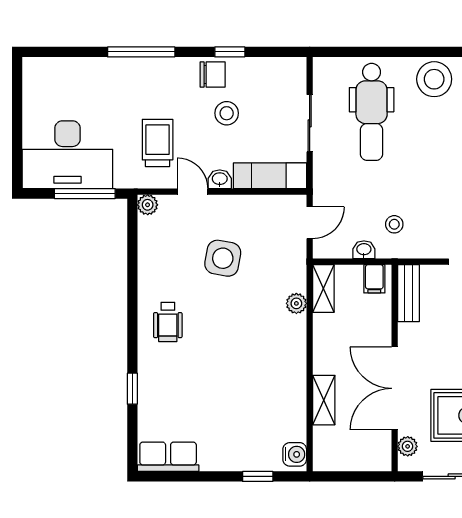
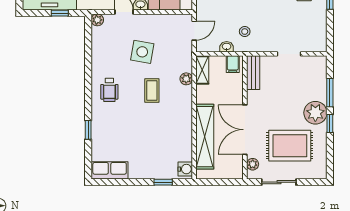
window: (85, 194) -> (60, 13), width x0.46
coffee table: (239, 323) -> (152, 90), added
shelving: (324, 400) -> (205, 137), width x2.20, depth x1.33

